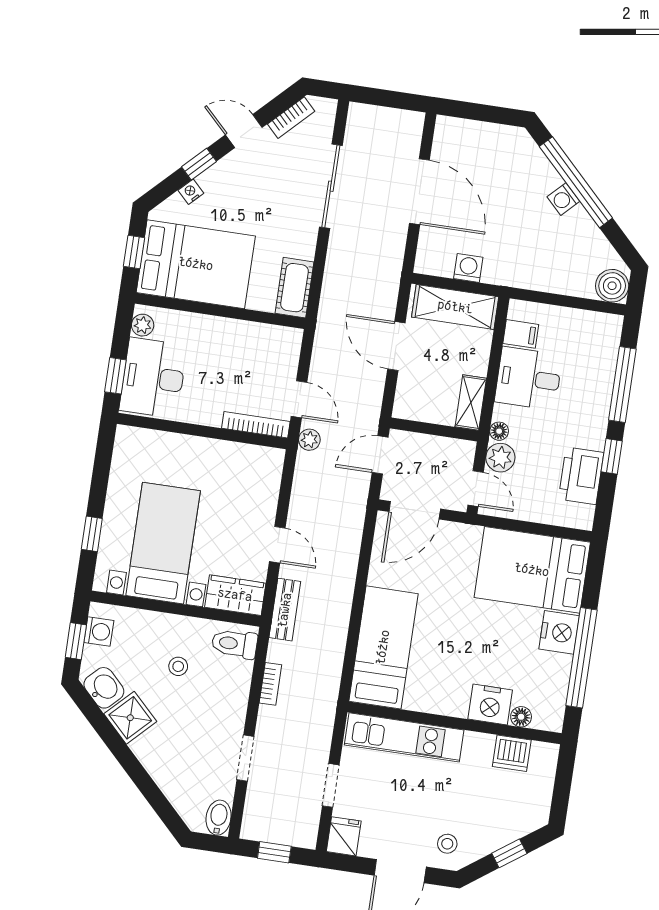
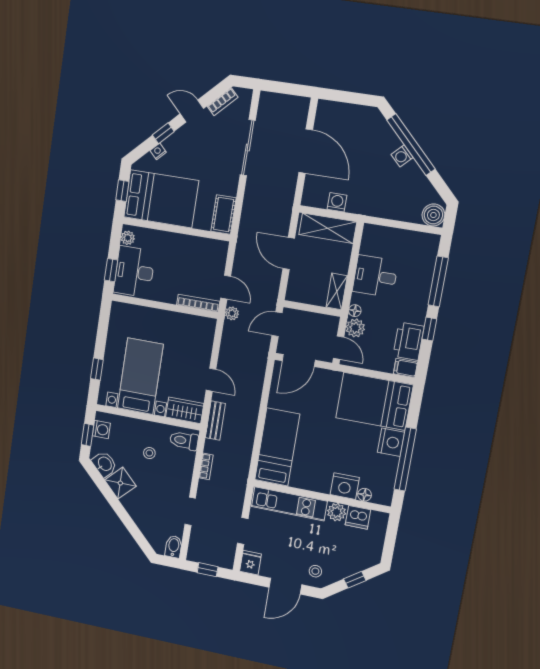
filing cabinet: (521, 334) -> (405, 368), moved, turned 180
plant: (478, 747) -> (337, 512), added

